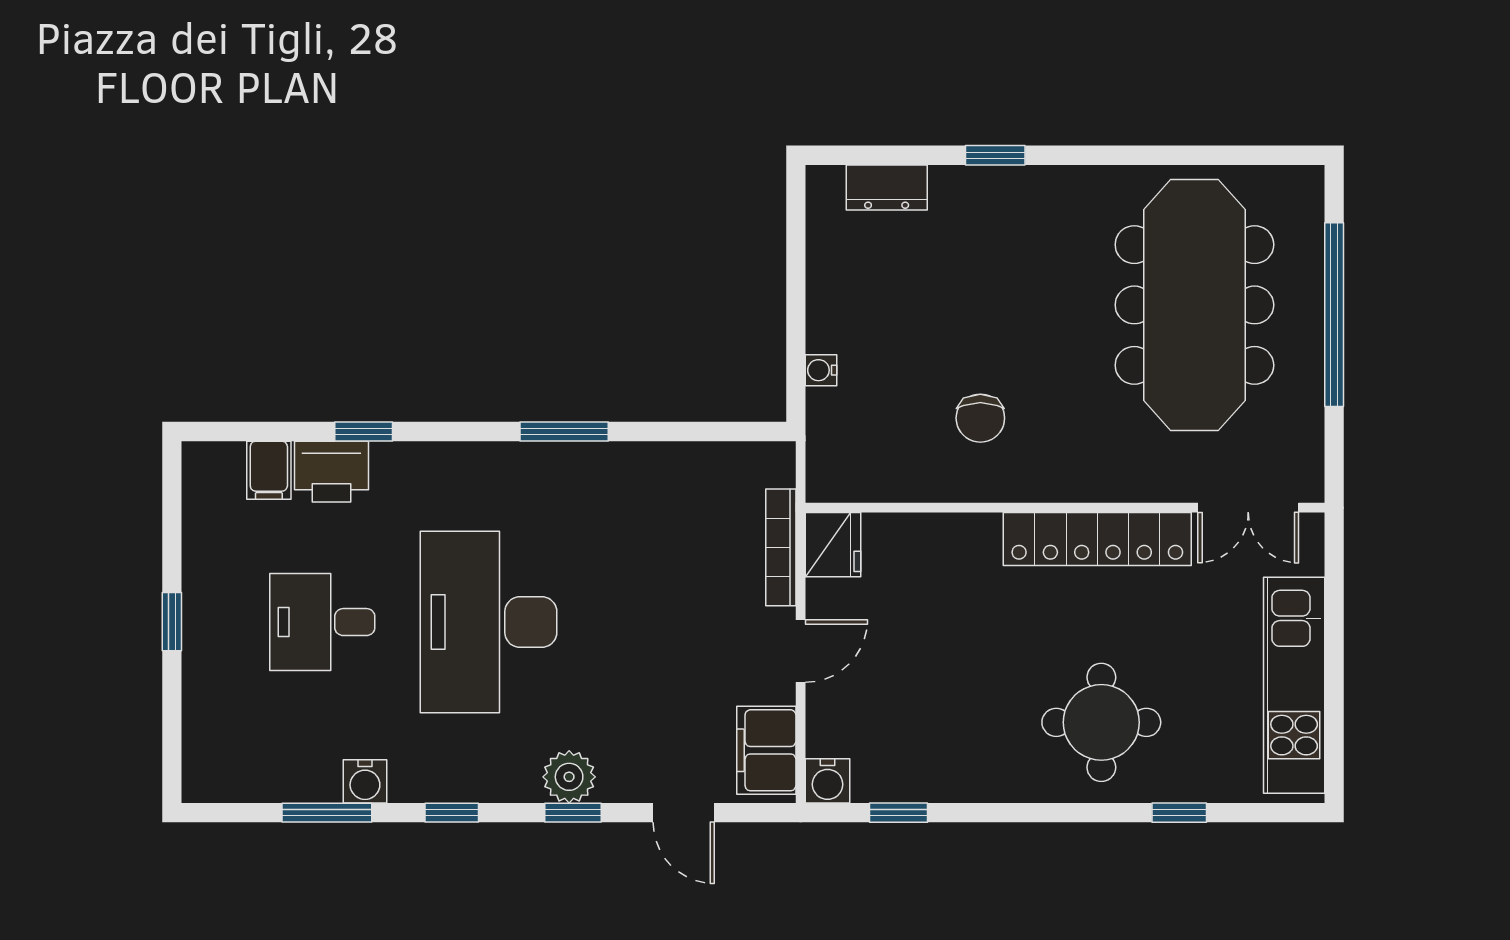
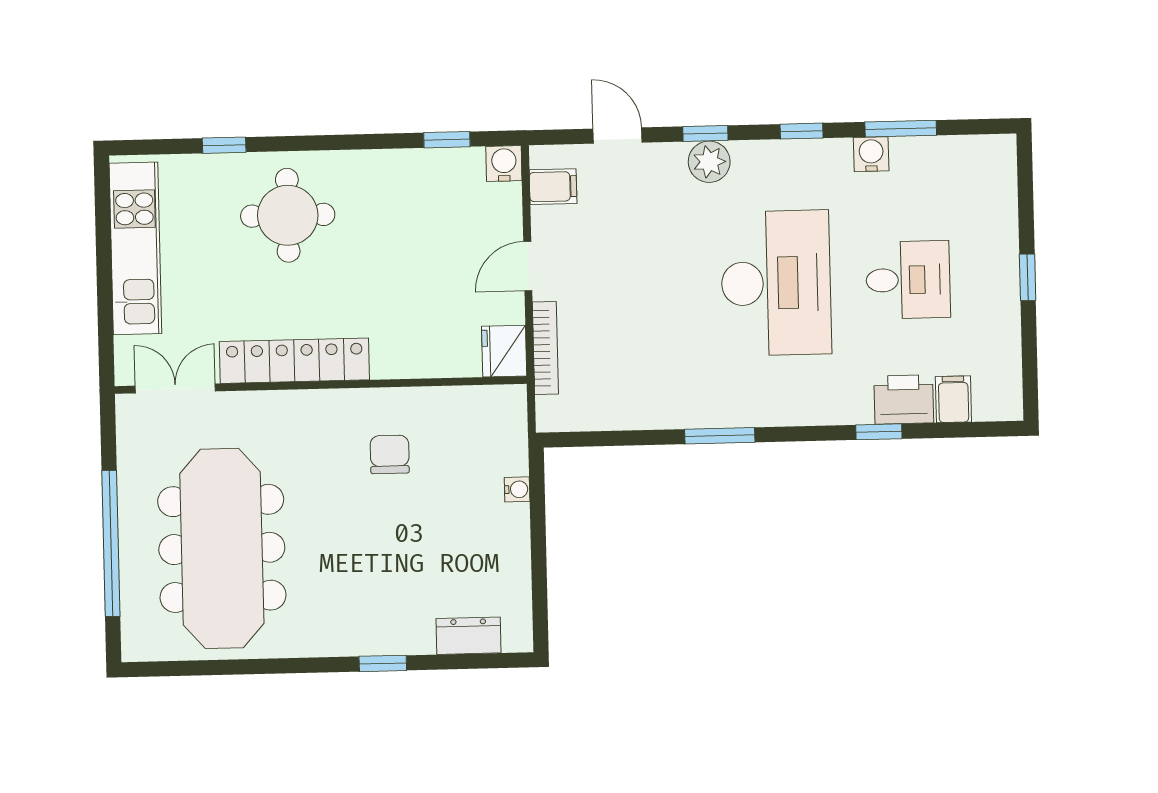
filing cabinet: (766, 750) -> (553, 187), width x0.50

